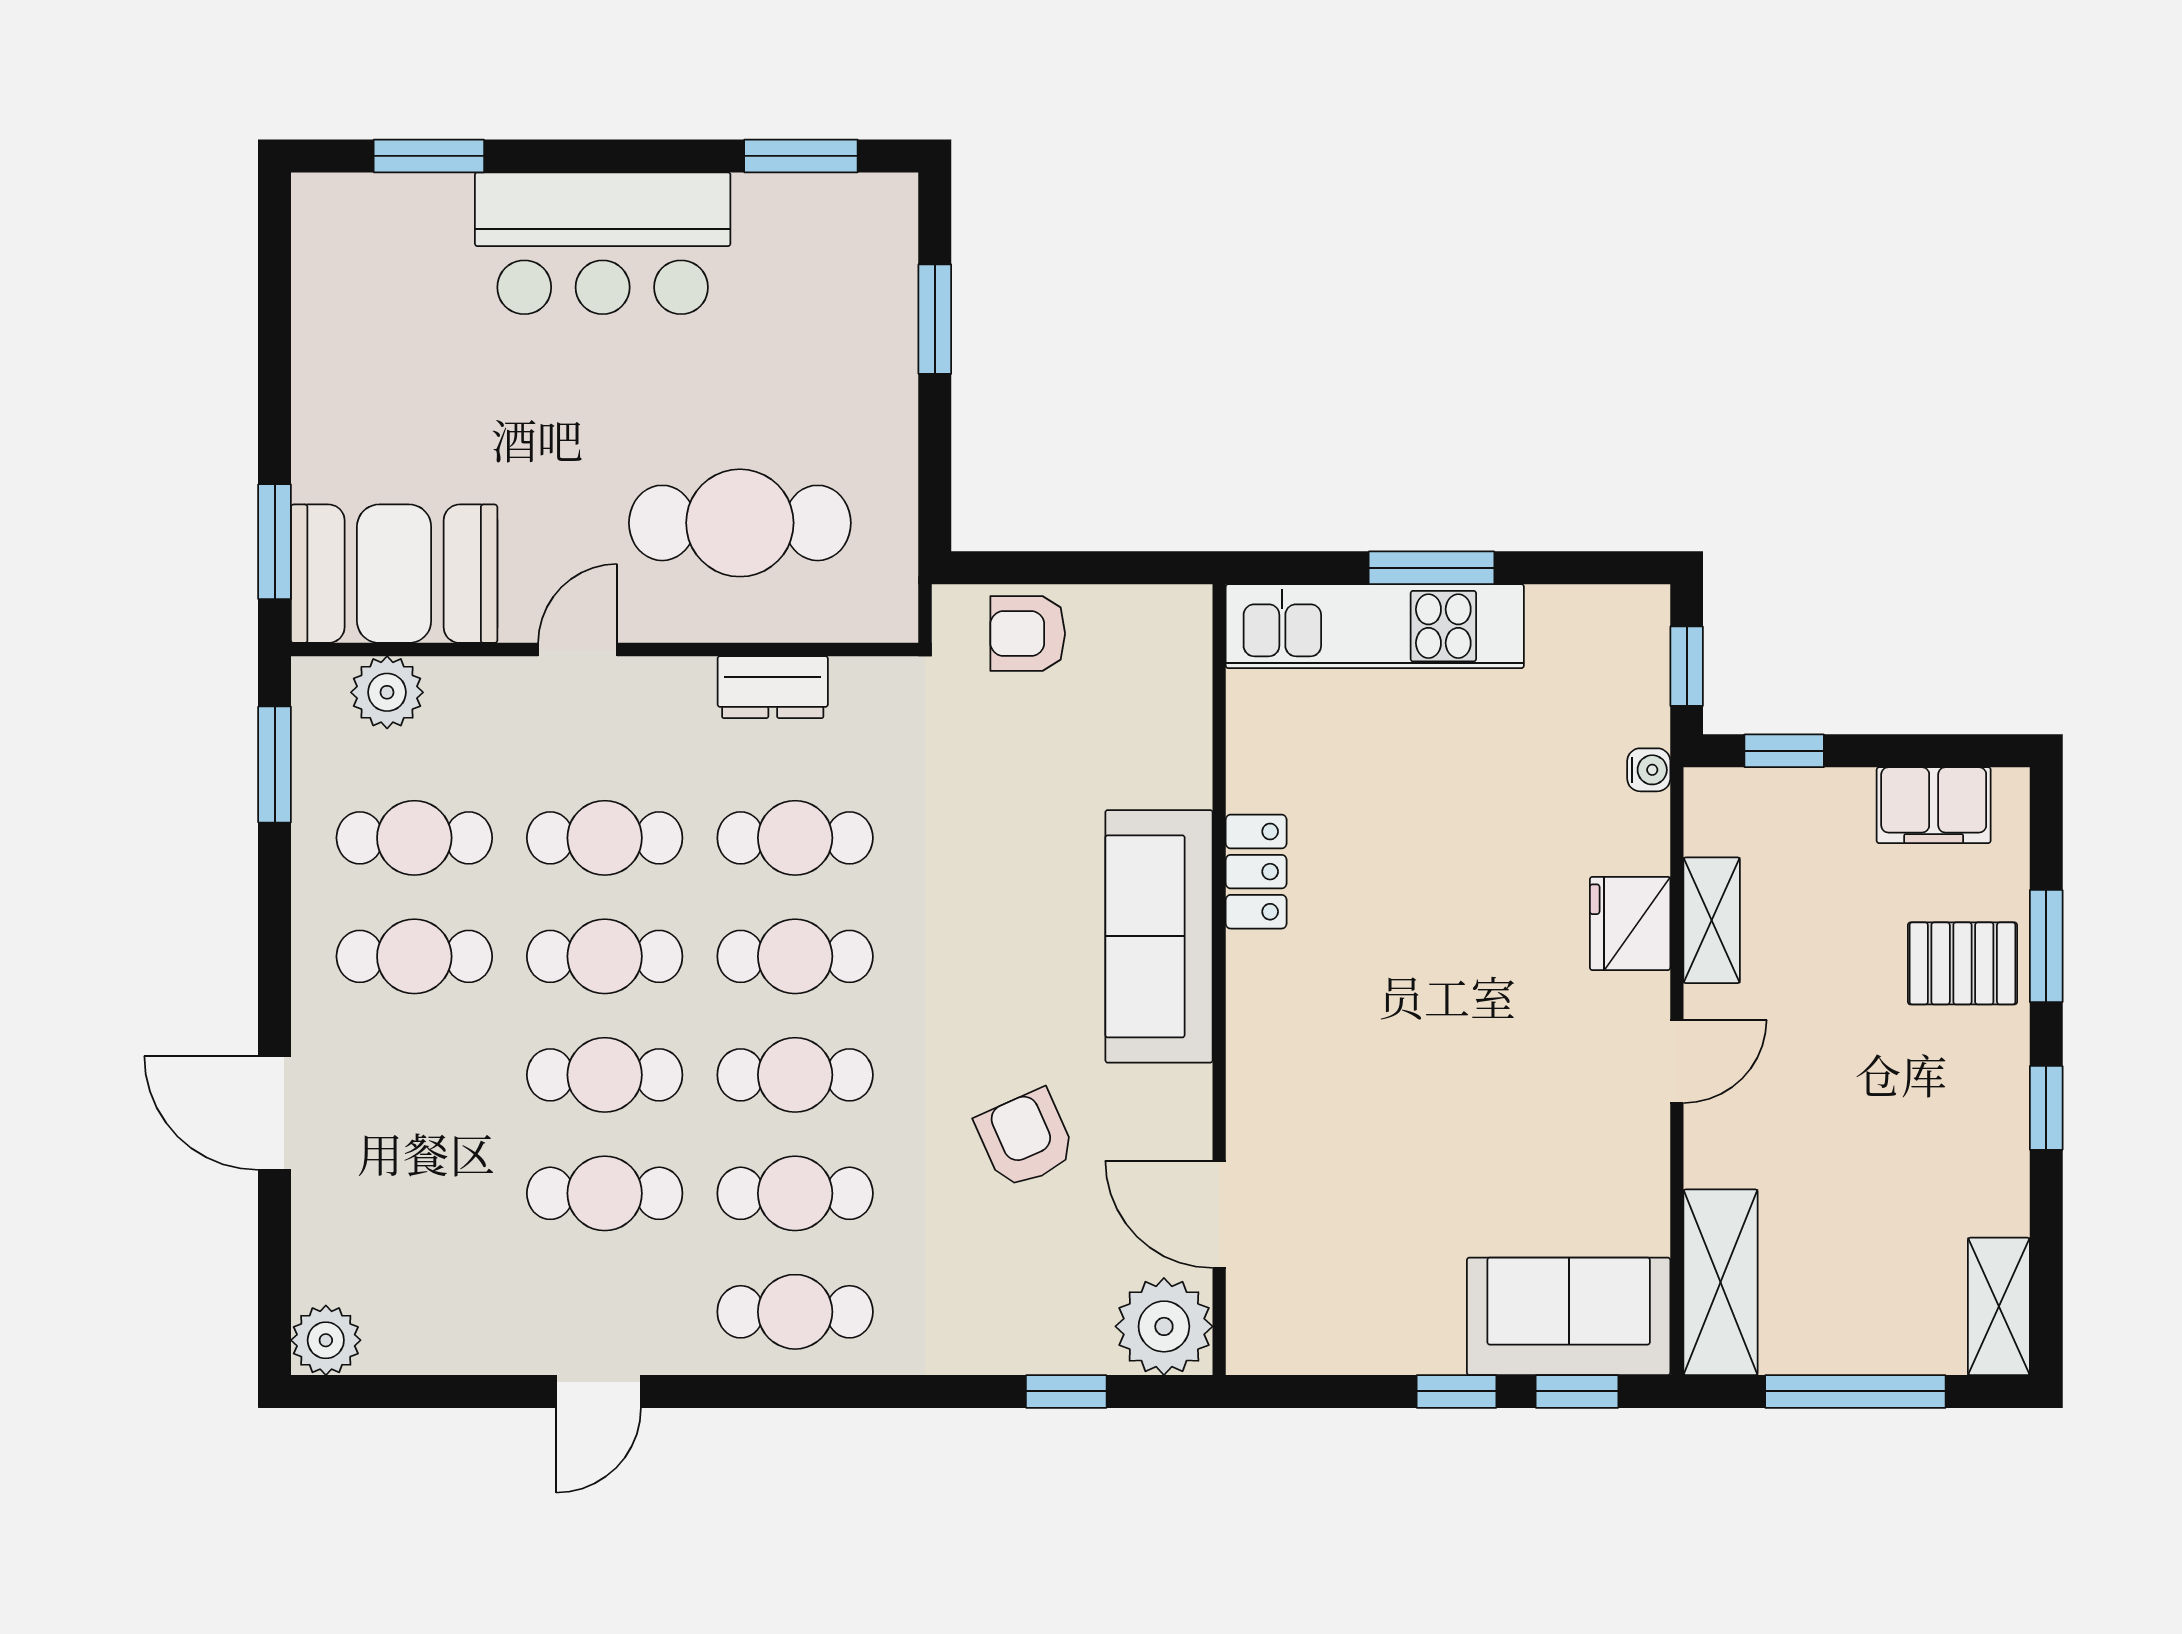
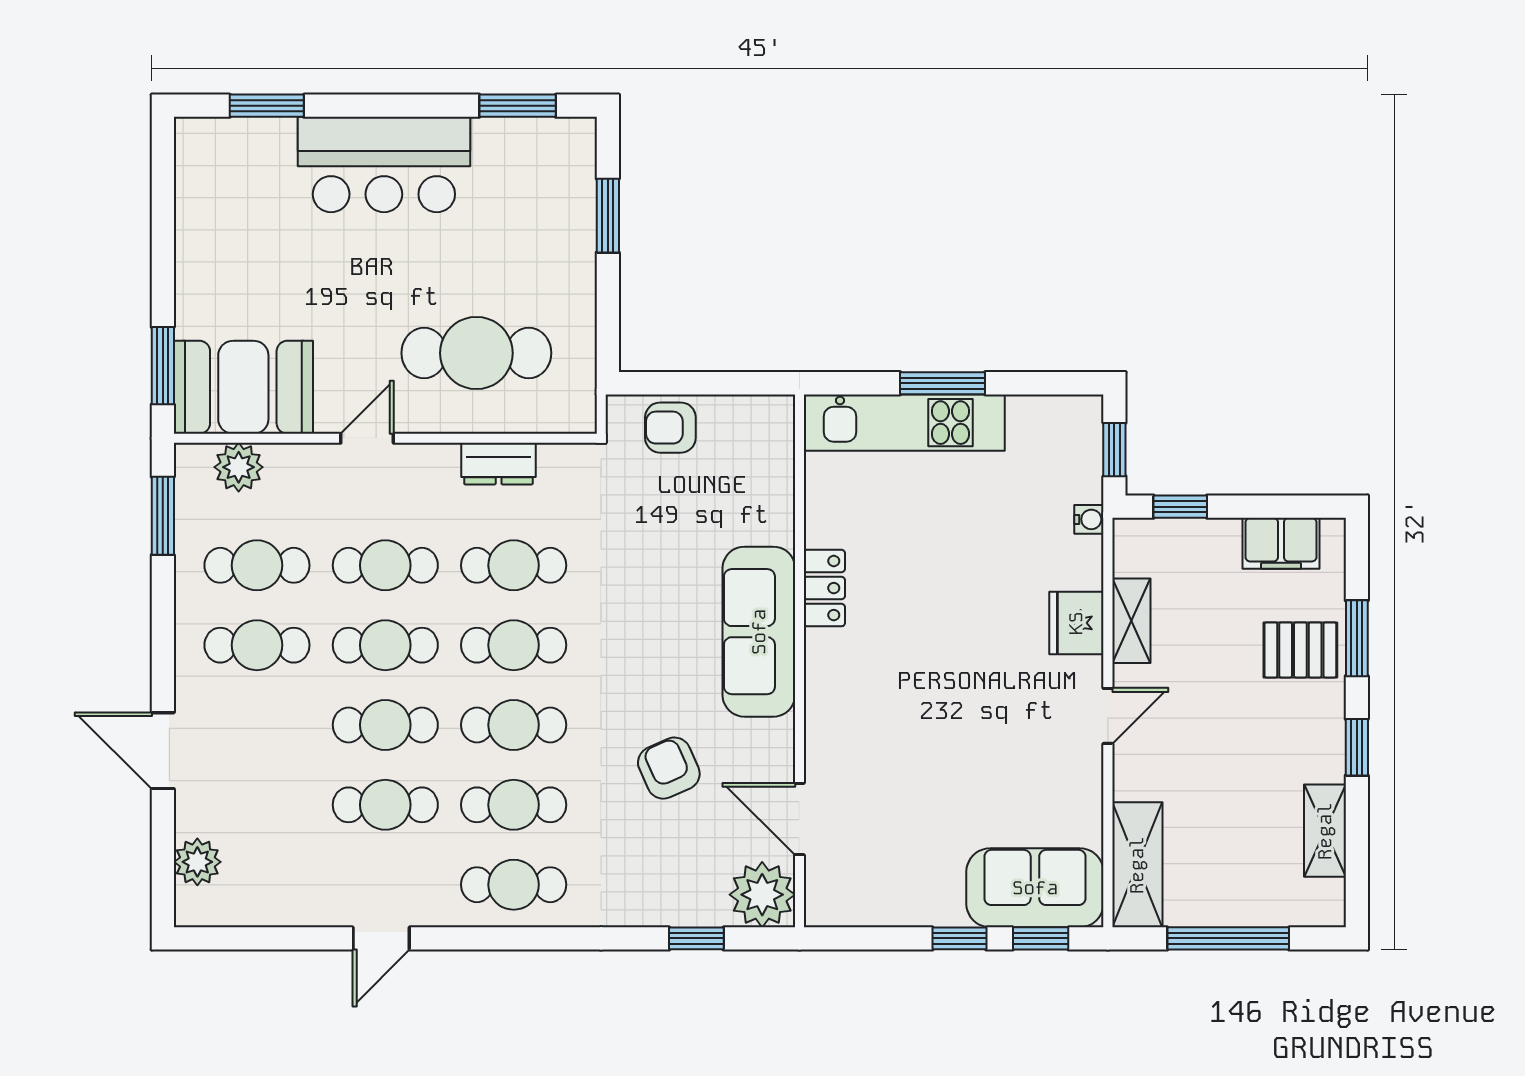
shelving: (1999, 1306) -> (1325, 831), moved
plant: (326, 1340) -> (197, 862), moved

